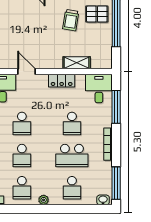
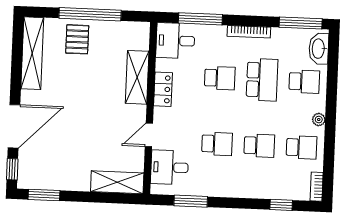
trolley: (71, 20) -> (84, 74), removed
shelving: (77, 63) -> (137, 77), width x1.50, depth x1.33
washbasin: (103, 200) -> (319, 49), width x1.91, depth x1.45

